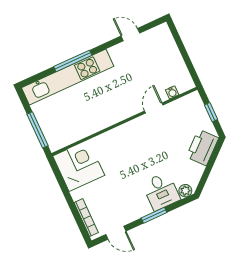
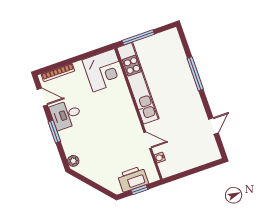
kitchen unit: (68, 77) -> (138, 83), moved, turned 180
printer: (202, 147) -> (133, 179), moved, turned -49
desk: (161, 191) -> (66, 115), moved
door: (116, 233) -> (42, 97), swing flipped

